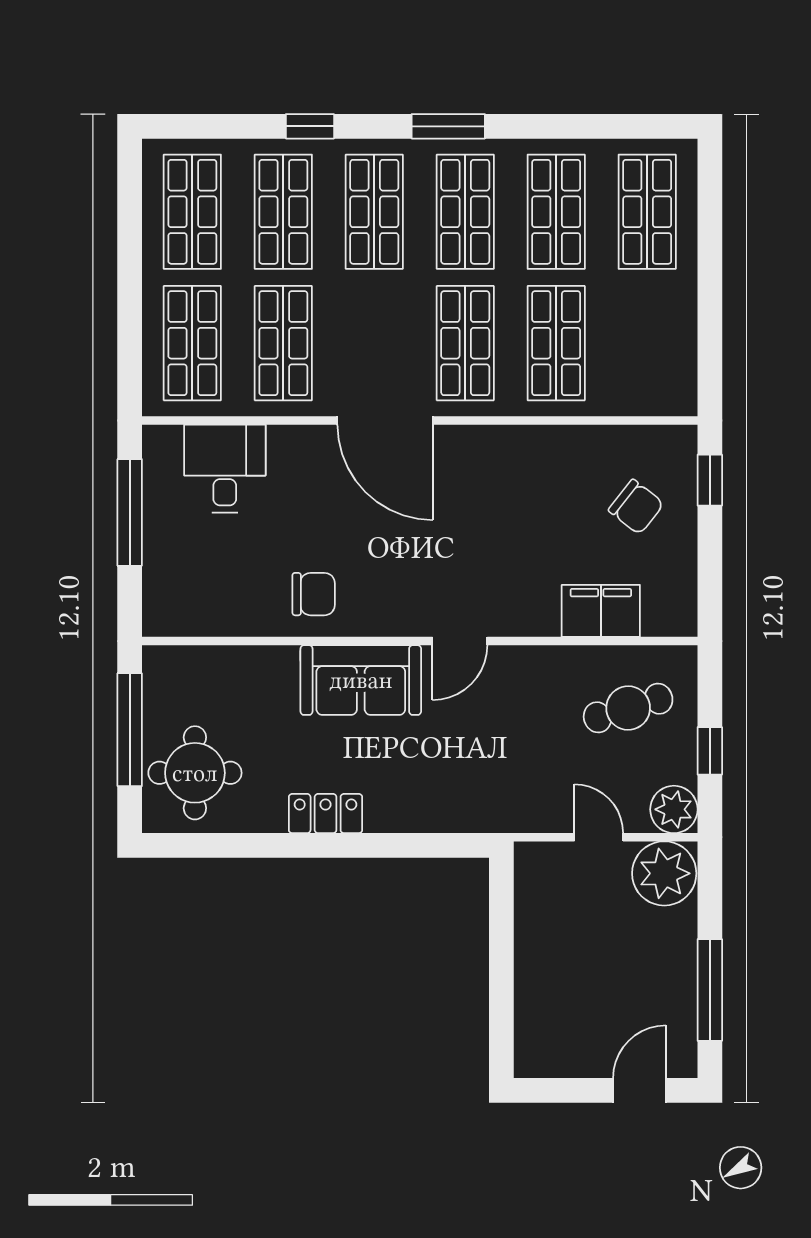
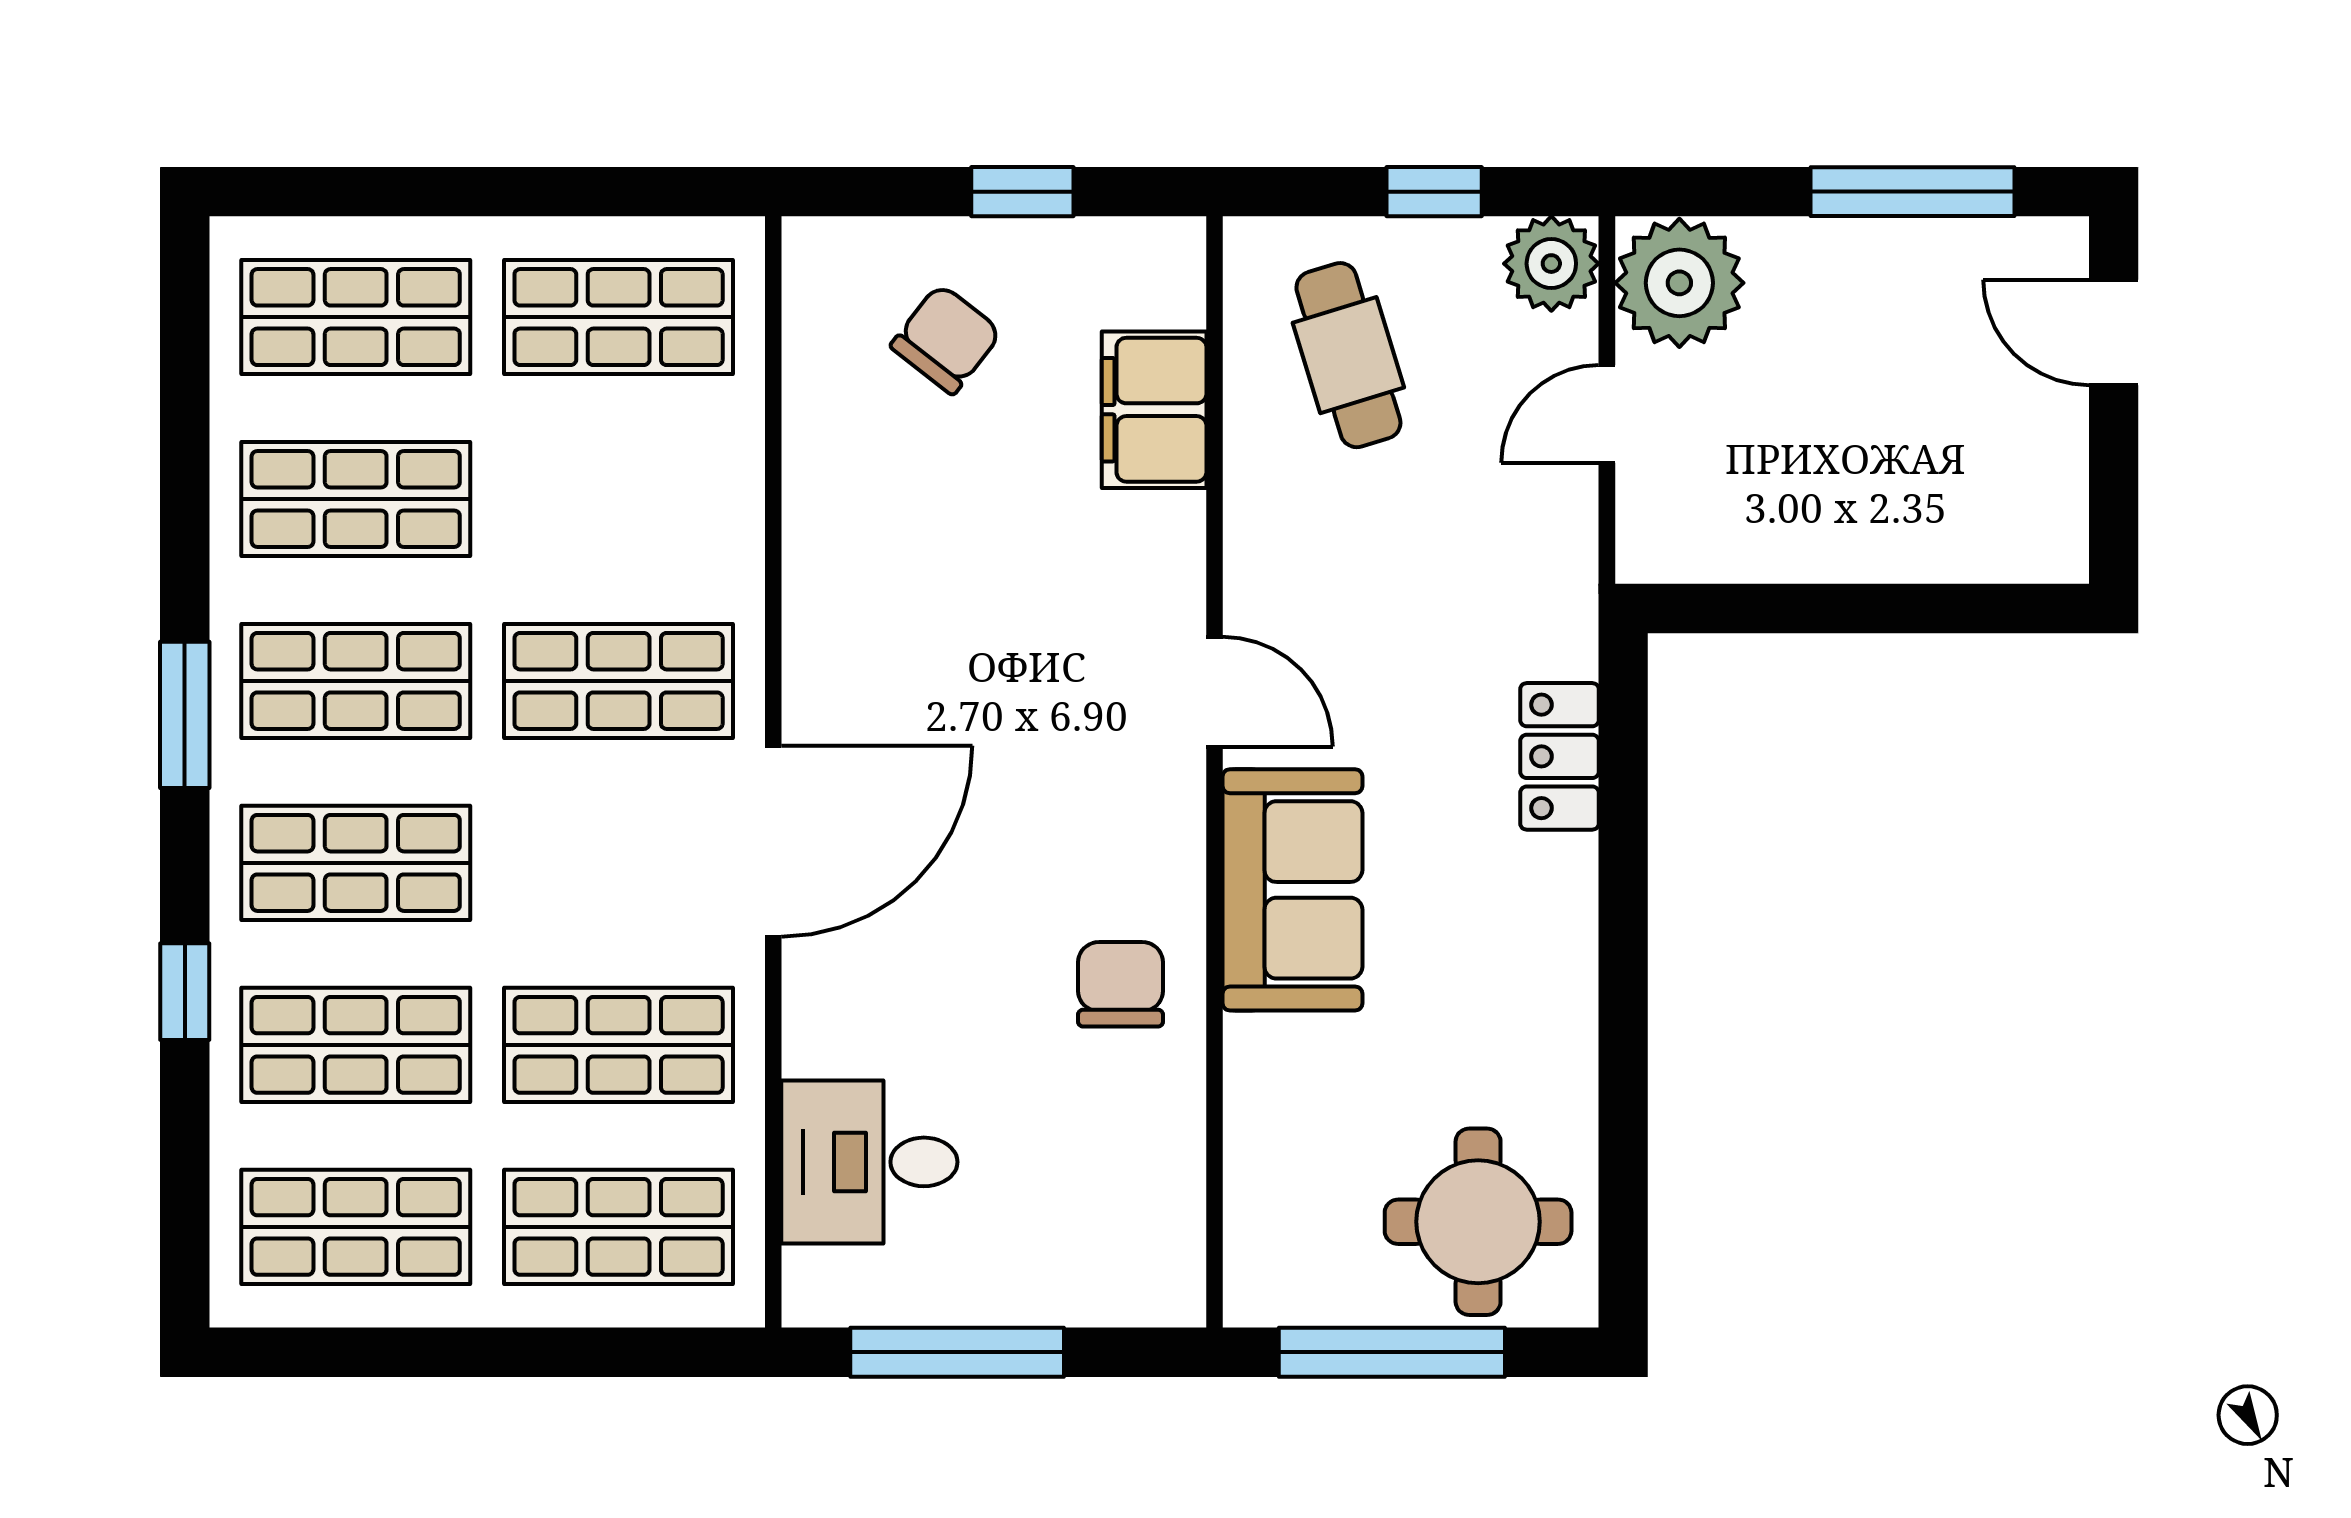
shop shelf: (556, 343) -> (619, 317), moved
window: (710, 480) -> (1022, 192), moved
locker: (326, 814) -> (1559, 756), moved

